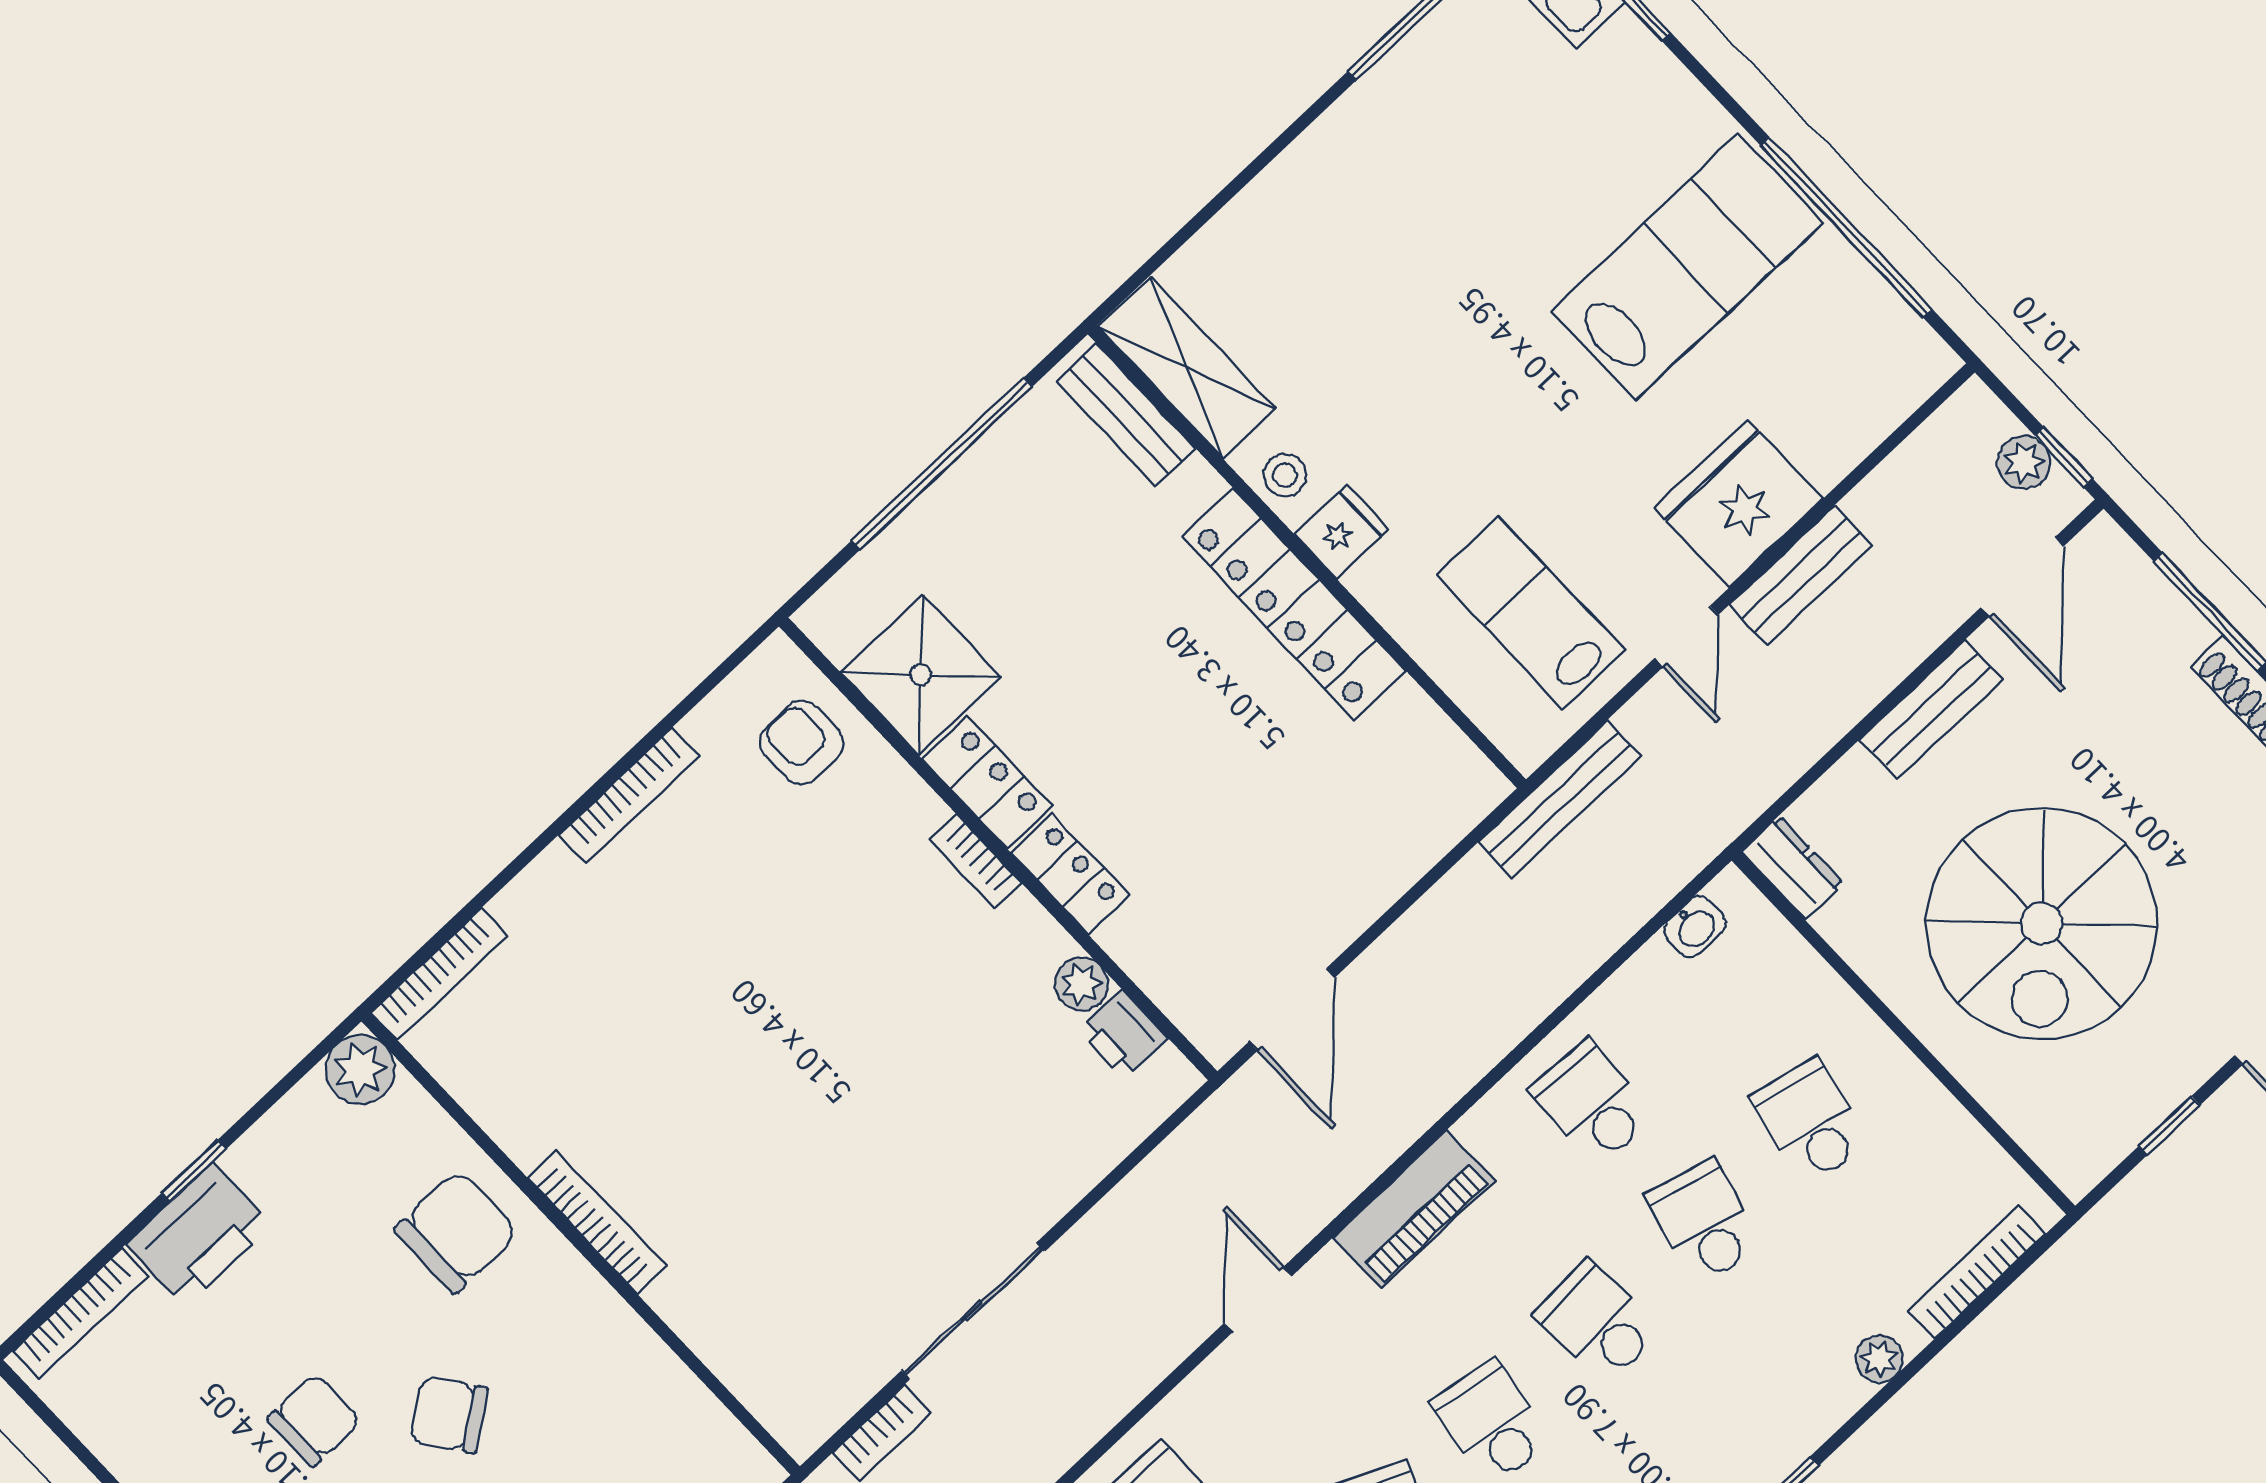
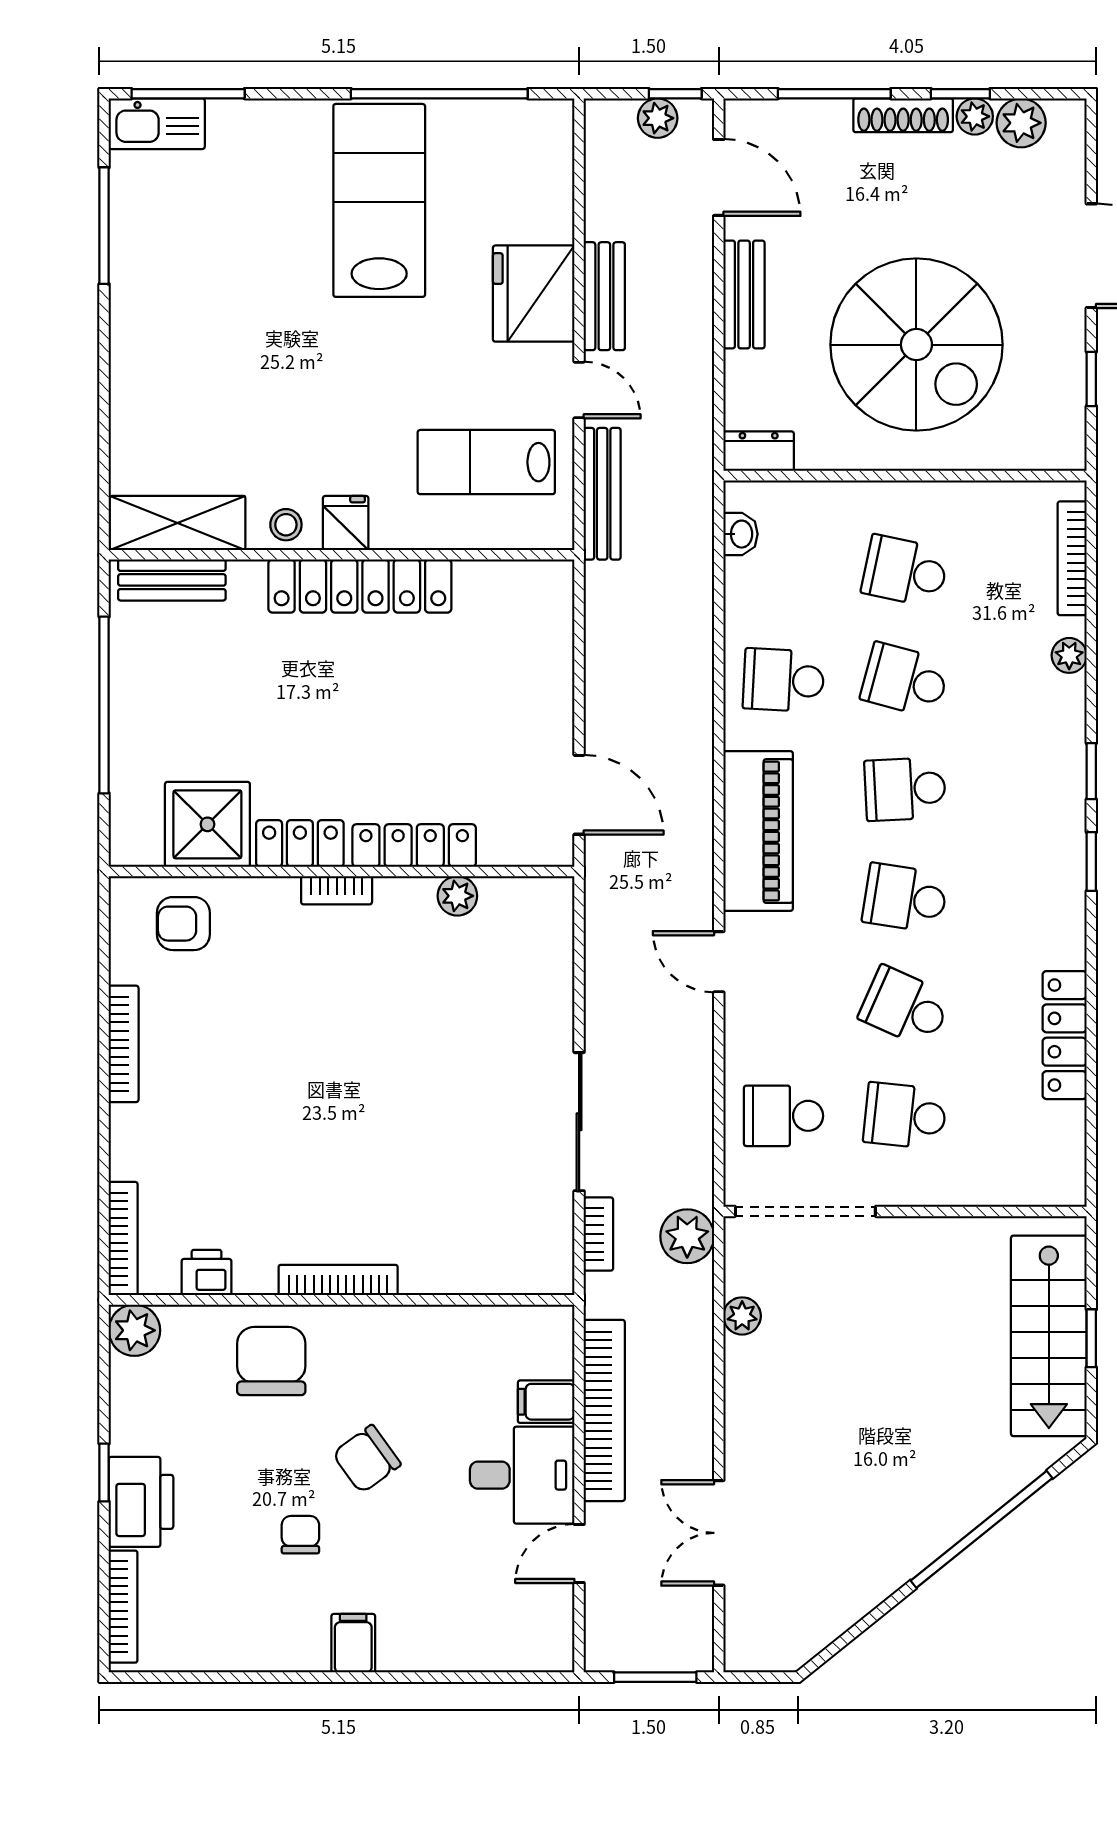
bench: (1560, 799) -> (602, 494), moved
locker: (1070, 874) -> (414, 846), width x1.53
printer: (1123, 1034) -> (207, 1273), moved, turned 180
piano: (1414, 1209) -> (758, 831), width x1.37, depth x1.33
chair: (314, 1420) -> (300, 1535), width x0.73, depth x0.73

